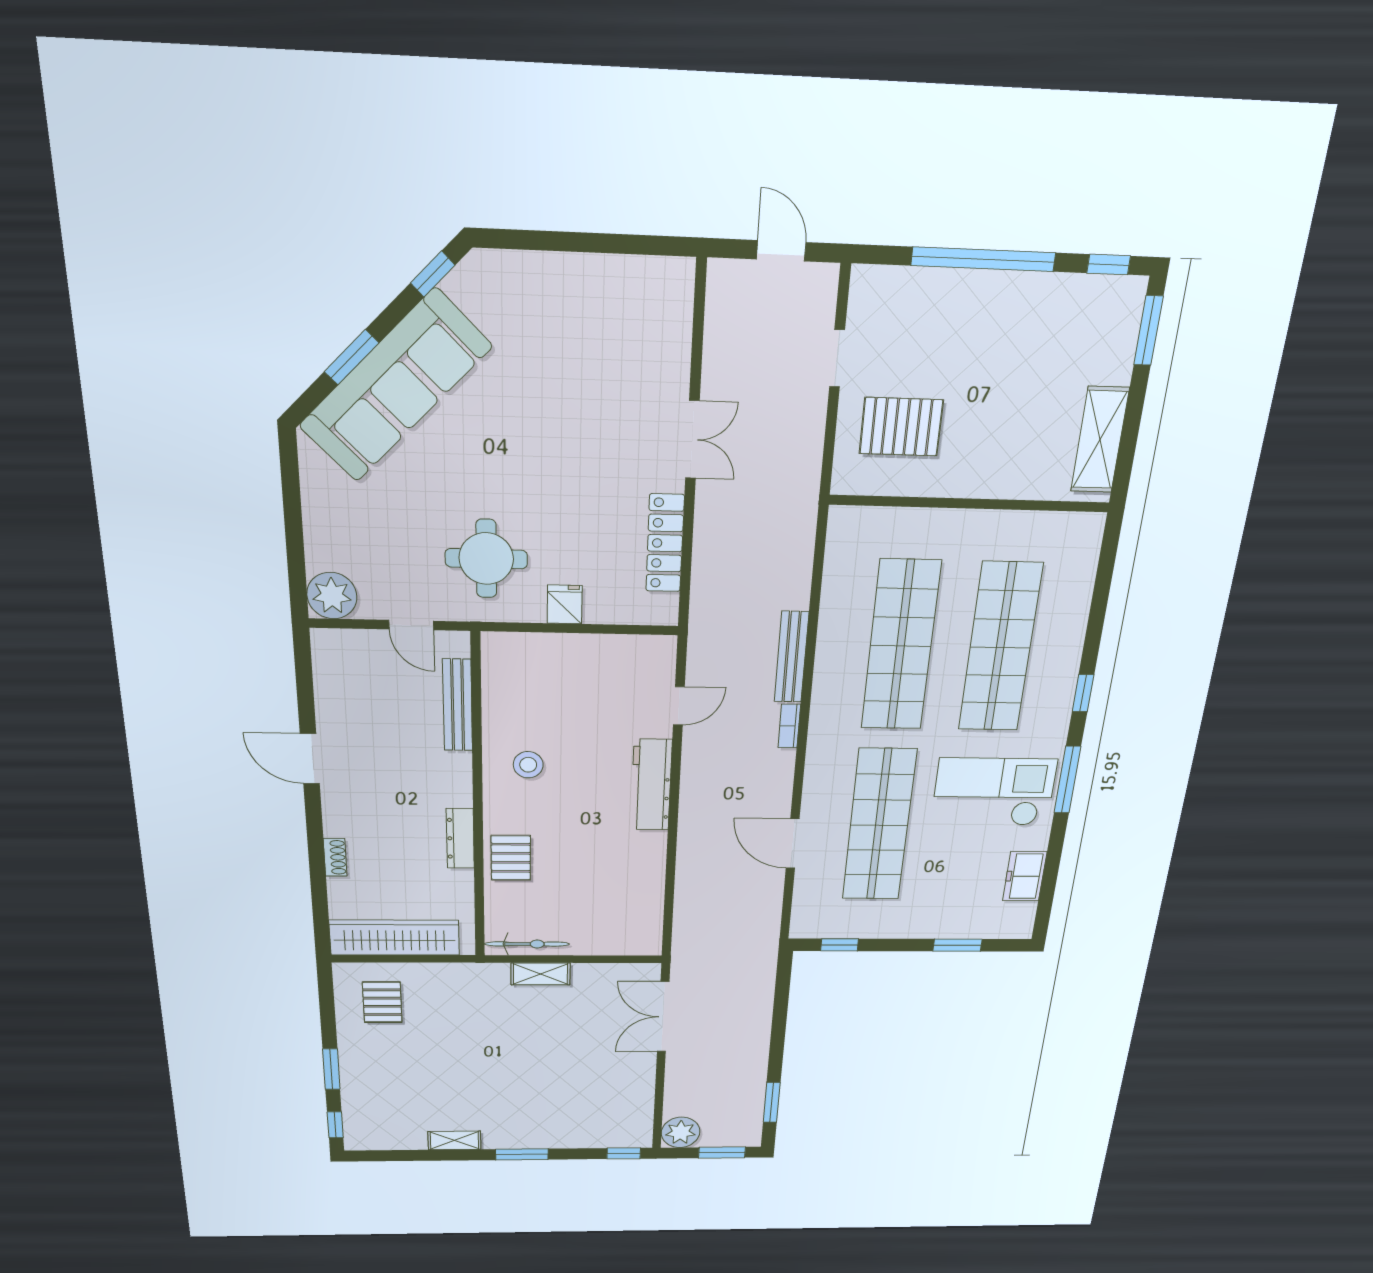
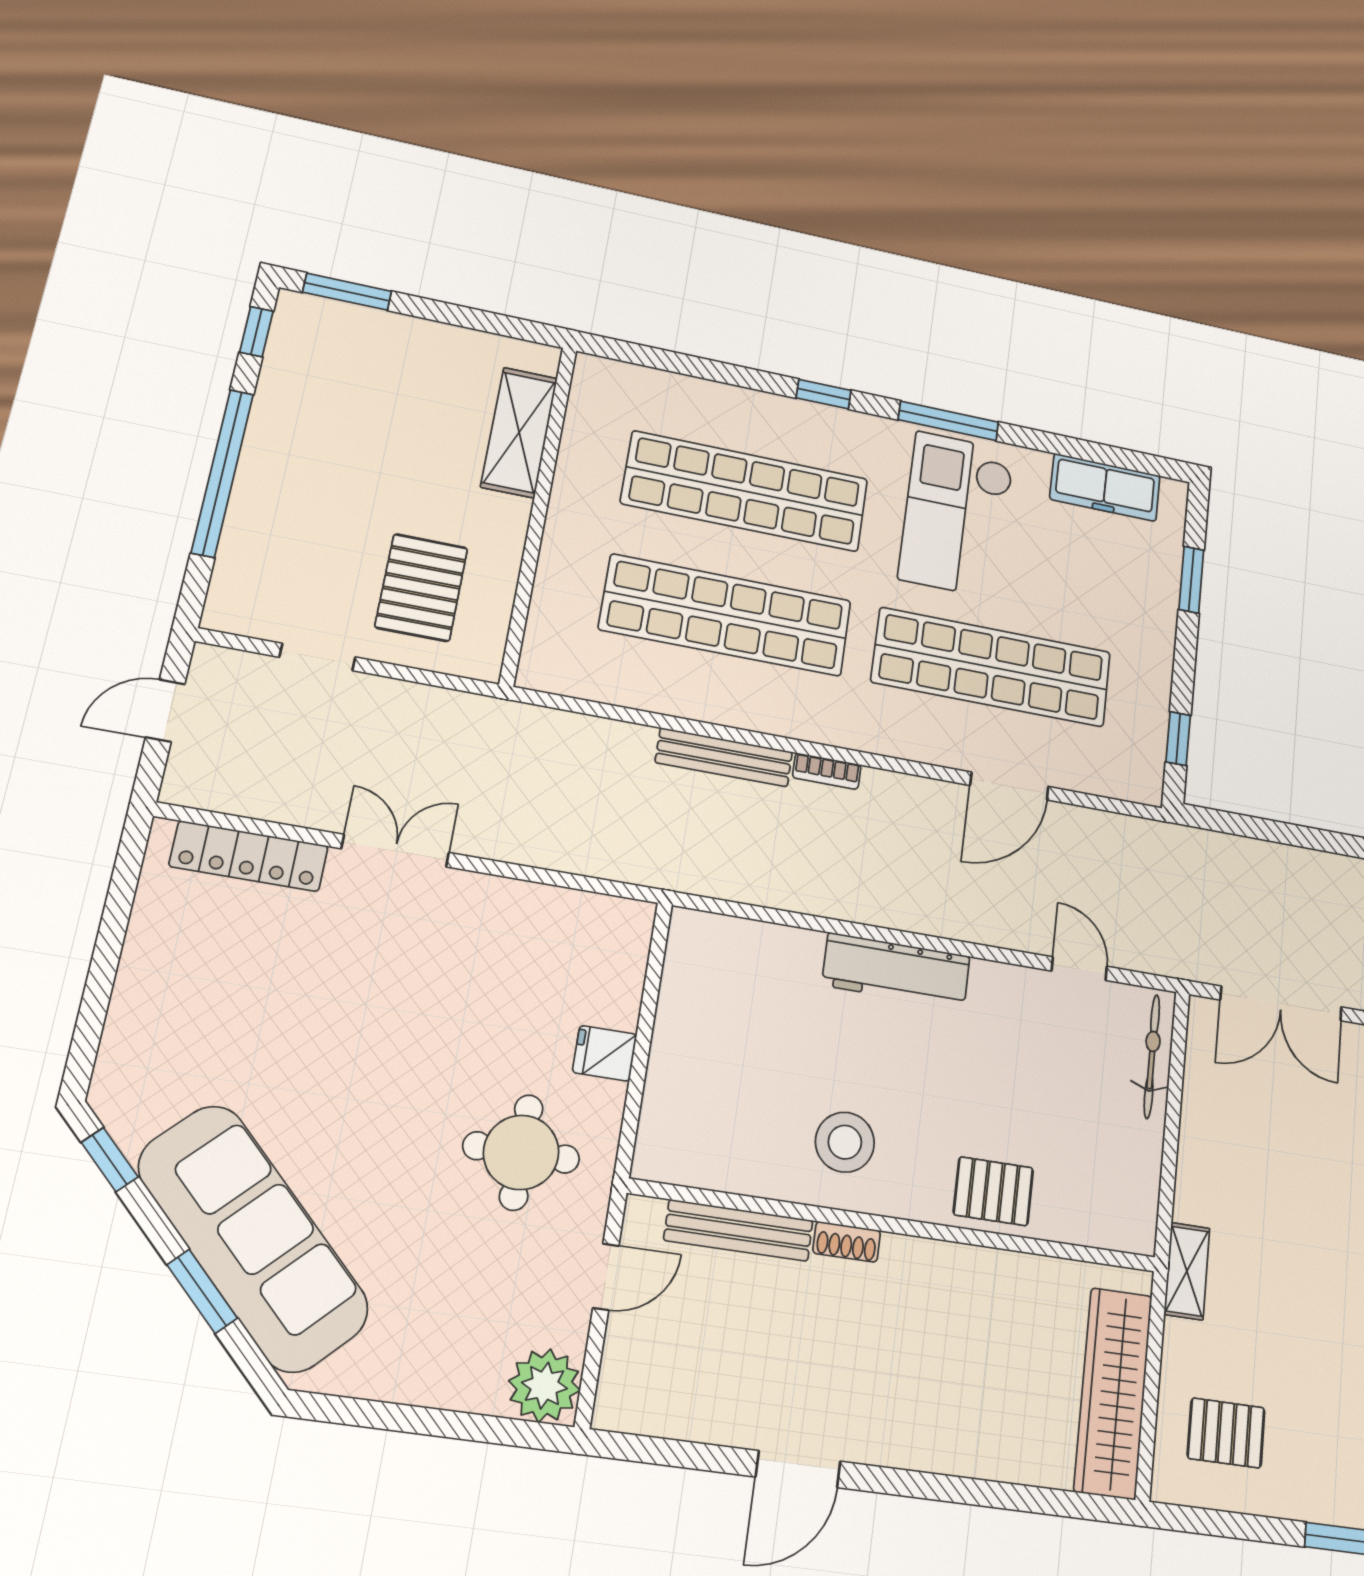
shelving: (1100, 440) -> (519, 432), moved, turned 90
locker: (665, 543) -> (249, 856), moved
door: (679, 706) -> (1079, 969), moved
stool: (528, 765) -> (845, 1142), width x1.38, depth x1.38
dresser: (460, 838) -> (954, 1262), removed
shoe rack: (335, 857) -> (847, 1242), moved, turned 180
freezer: (1025, 876) -> (1105, 487), width x1.40
bicycle: (527, 944) -> (1152, 1056), moved
shelving: (541, 974) -> (1187, 1271), moved

